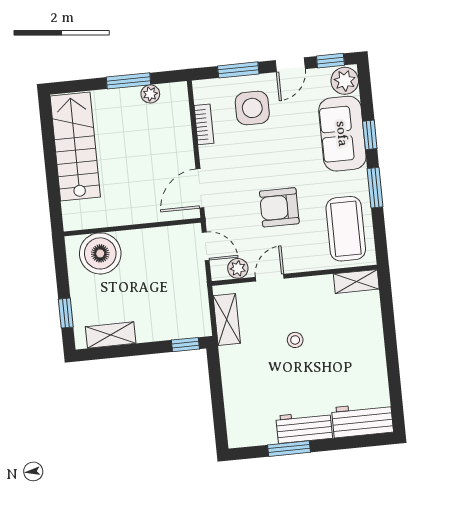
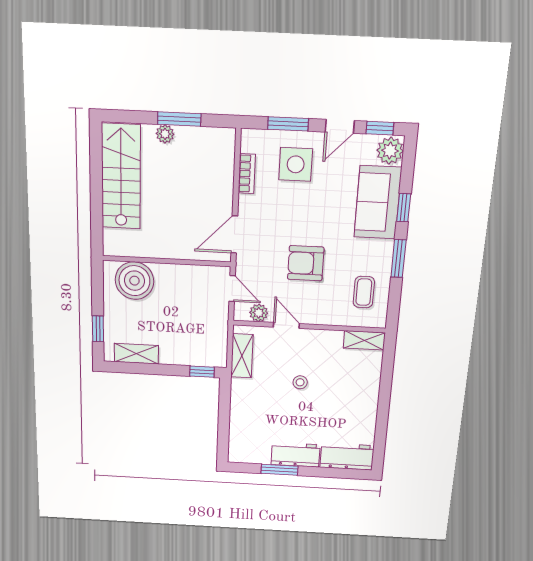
plant: (150, 94) -> (165, 134), moved
coffee table: (346, 229) -> (364, 292), width x0.54, depth x0.58
door: (270, 278) -> (286, 325), hinge flipped

